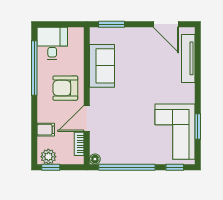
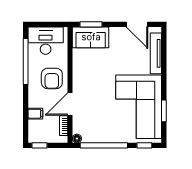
desk: (52, 43) -> (46, 41), width x1.37
sofa: (102, 66) -> (91, 37), moved, turned 90
armchair: (65, 88) -> (52, 78), turned -90
corner sofa: (175, 132) -> (139, 107), width x1.36, depth x1.36
plant: (48, 157) -> (38, 136), removed

